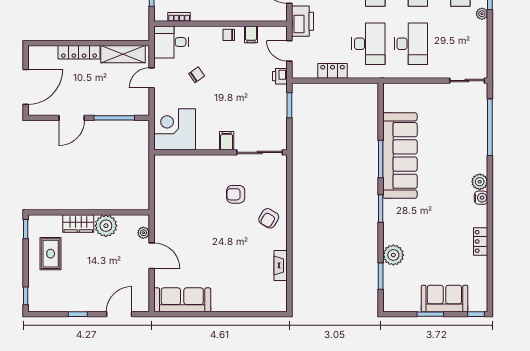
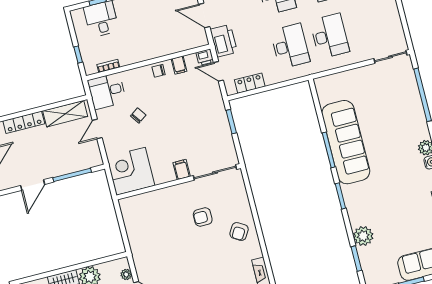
locker: (333, 71) -> (250, 83), moved
printer: (280, 76) -> (205, 57), moved, turned -90

